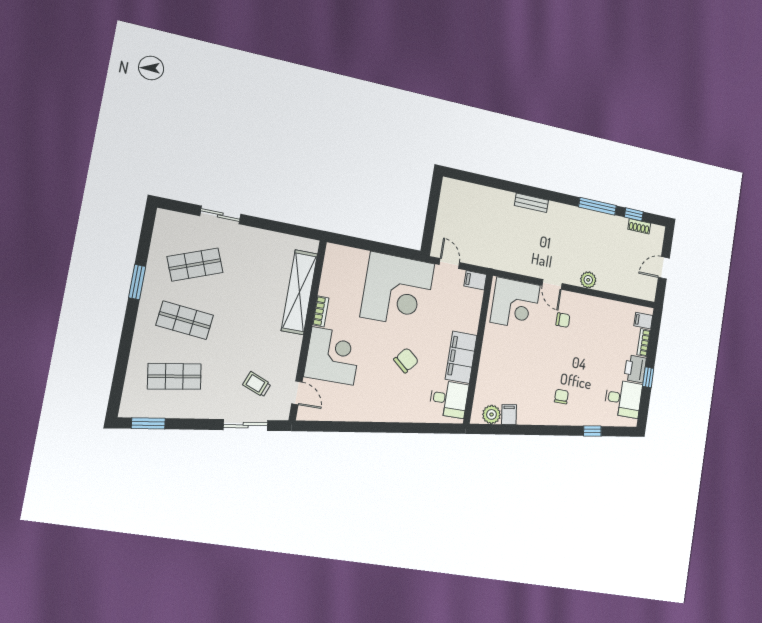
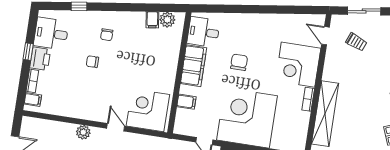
filing cabinet: (475, 280) -> (186, 102), moved
chair: (563, 320) -> (92, 62), moved
chair: (406, 360) -> (239, 62), turned 140

